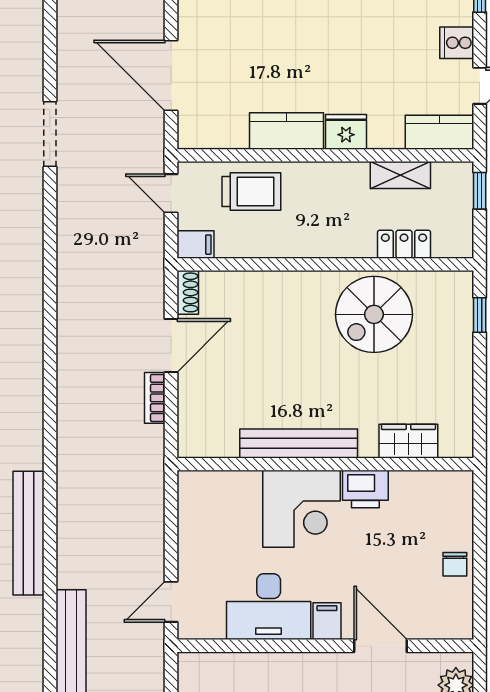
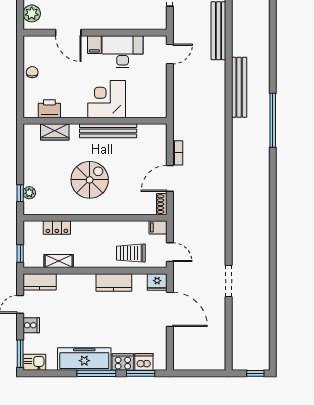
fridge: (346, 132) -> (157, 282), moved
spiral stairs: (374, 314) -> (90, 180), moved
plant: (461, 316) -> (29, 193), added
printer: (365, 489) -> (49, 109), moved

